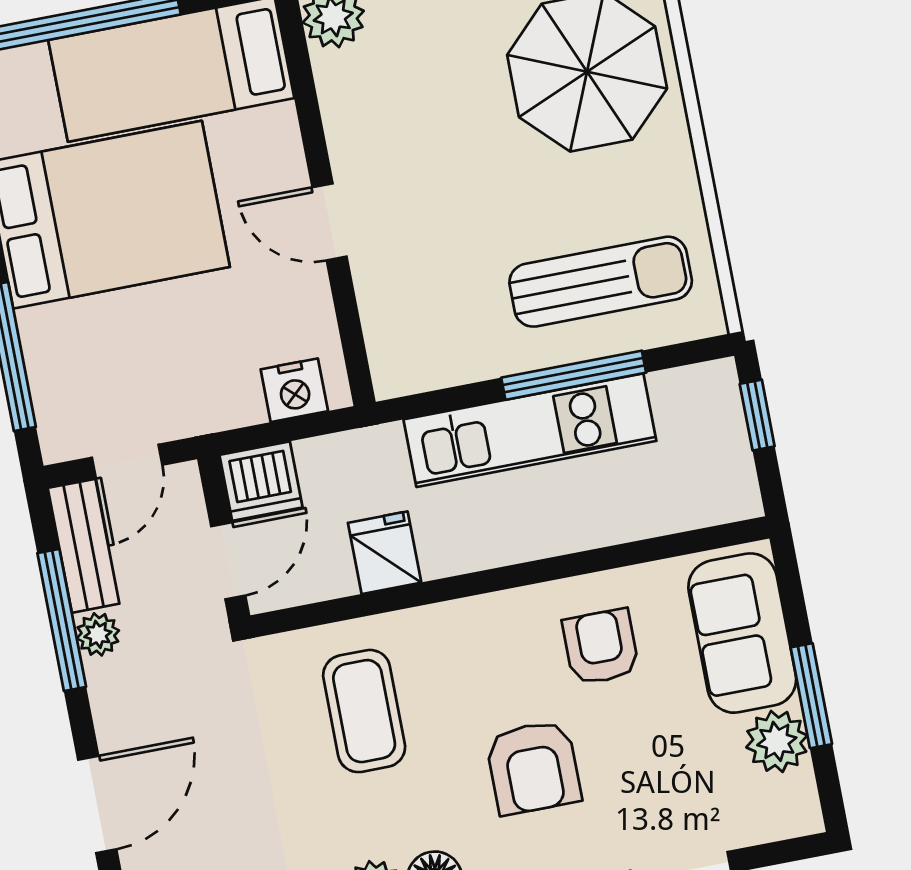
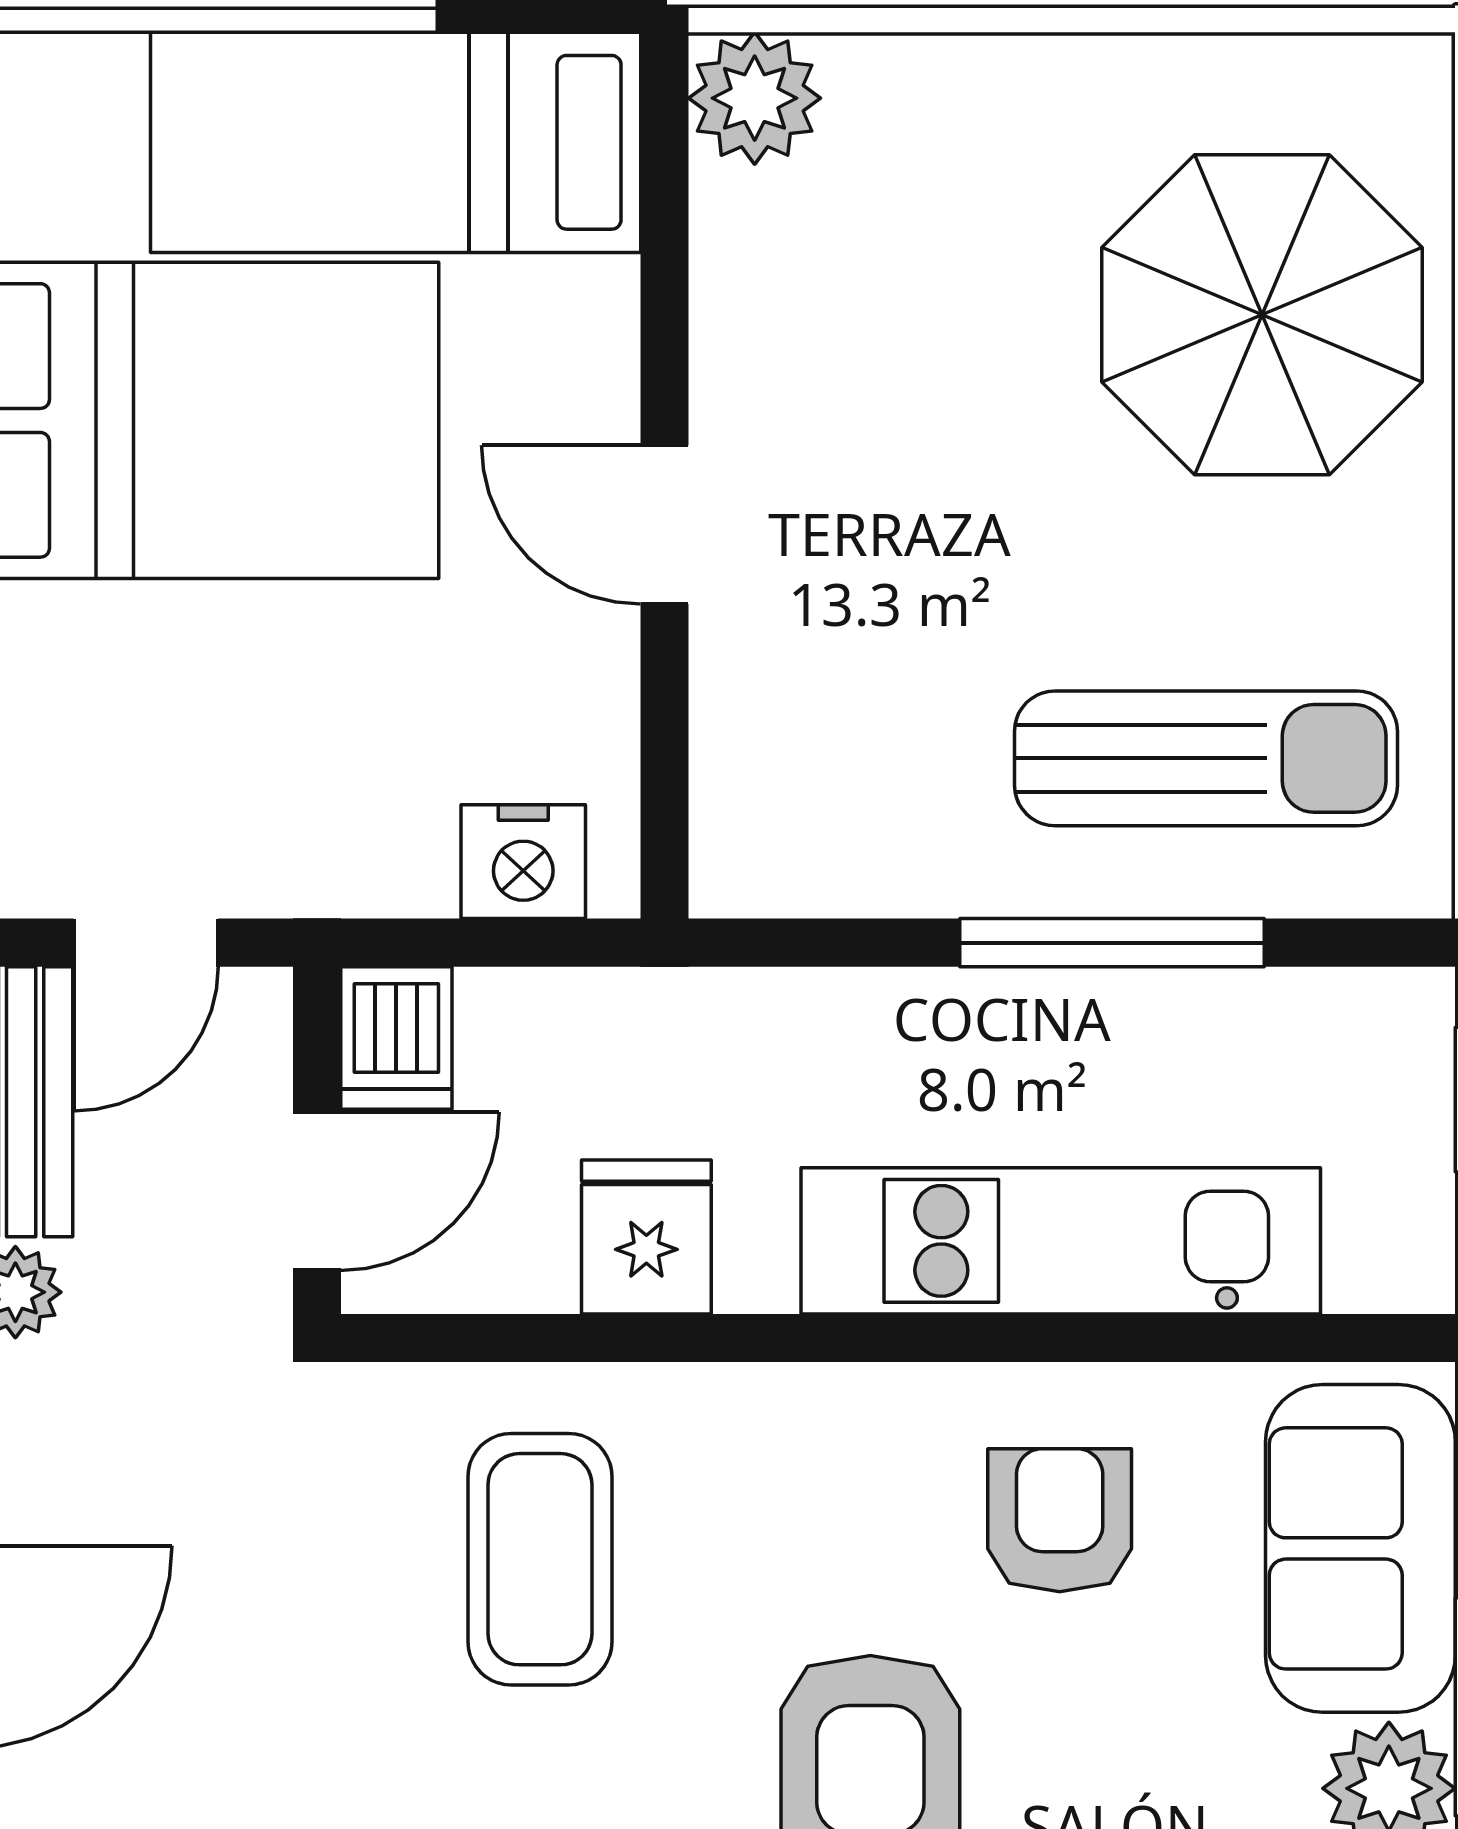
kitchen unit: (530, 430) -> (1061, 1241), moved, turned 180
dishwasher: (261, 481) -> (396, 1038), width x0.73

